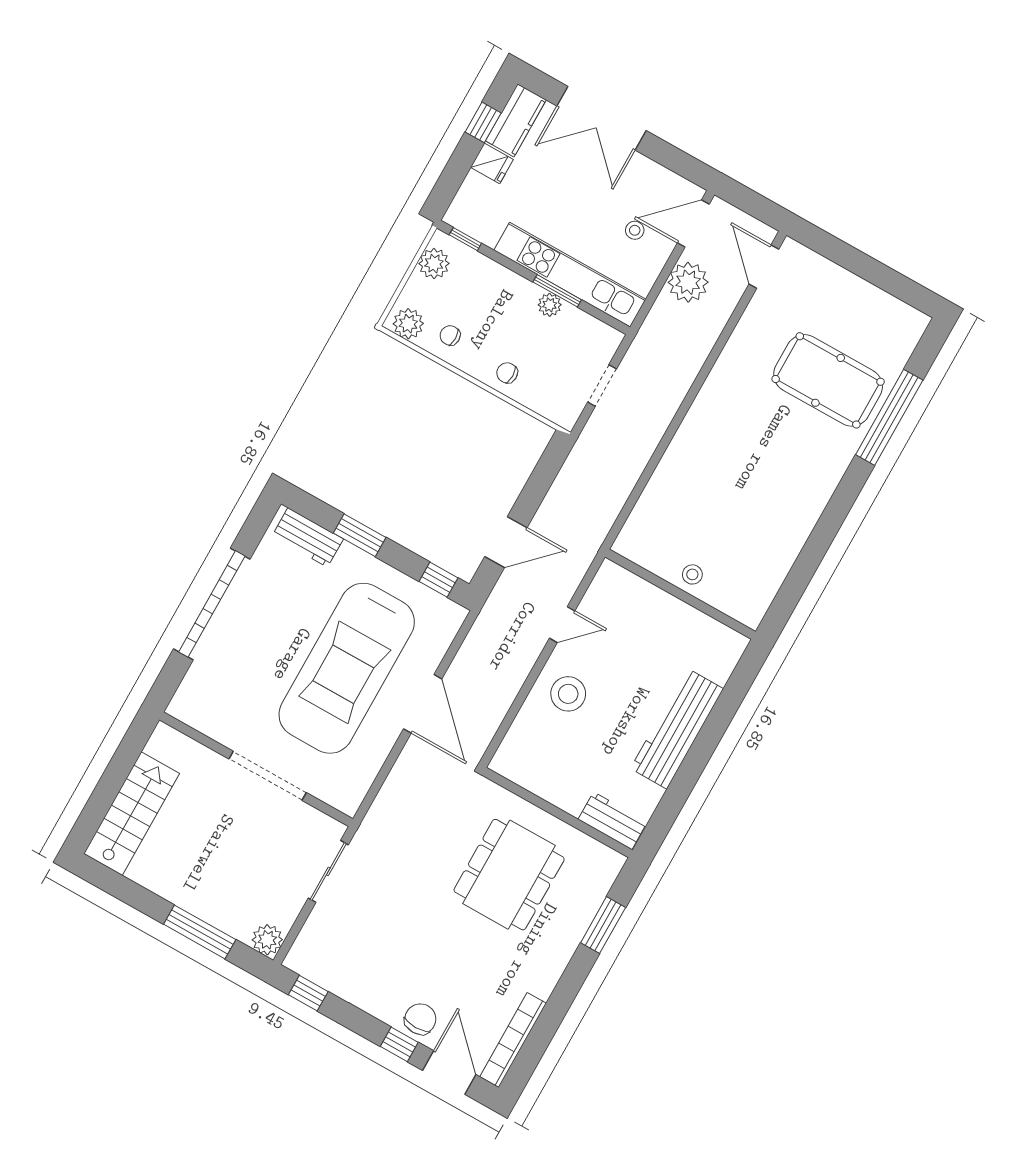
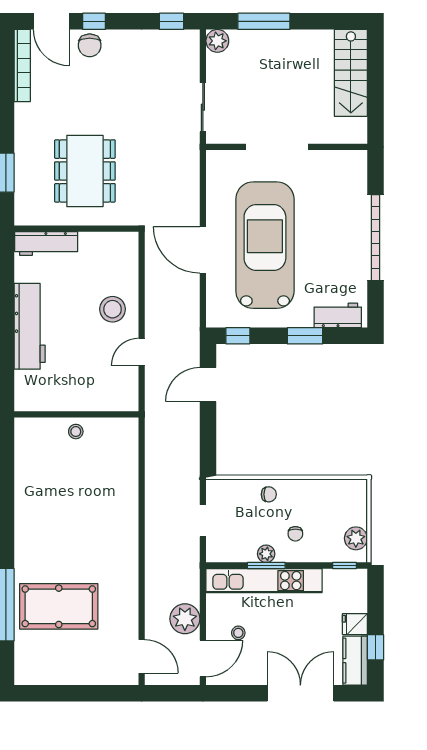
plant: (408, 324) -> (351, 490), removed
chair: (450, 335) -> (295, 534), moved, turned 90
workbench: (613, 821) -> (46, 243), width x1.38

